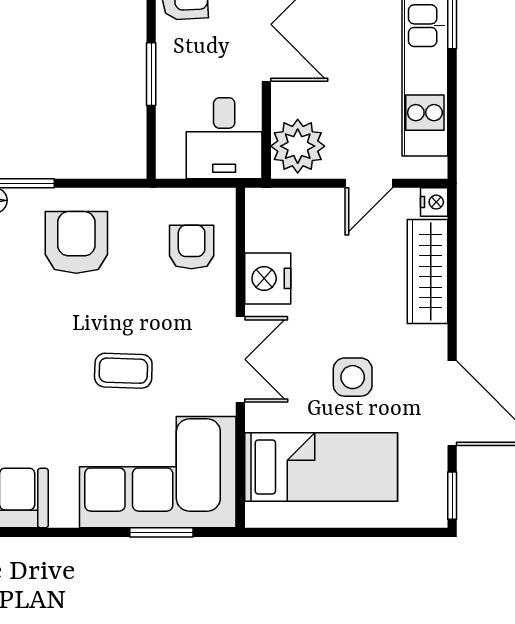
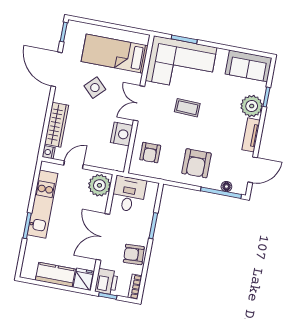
side table: (353, 377) -> (95, 88), turned 45

